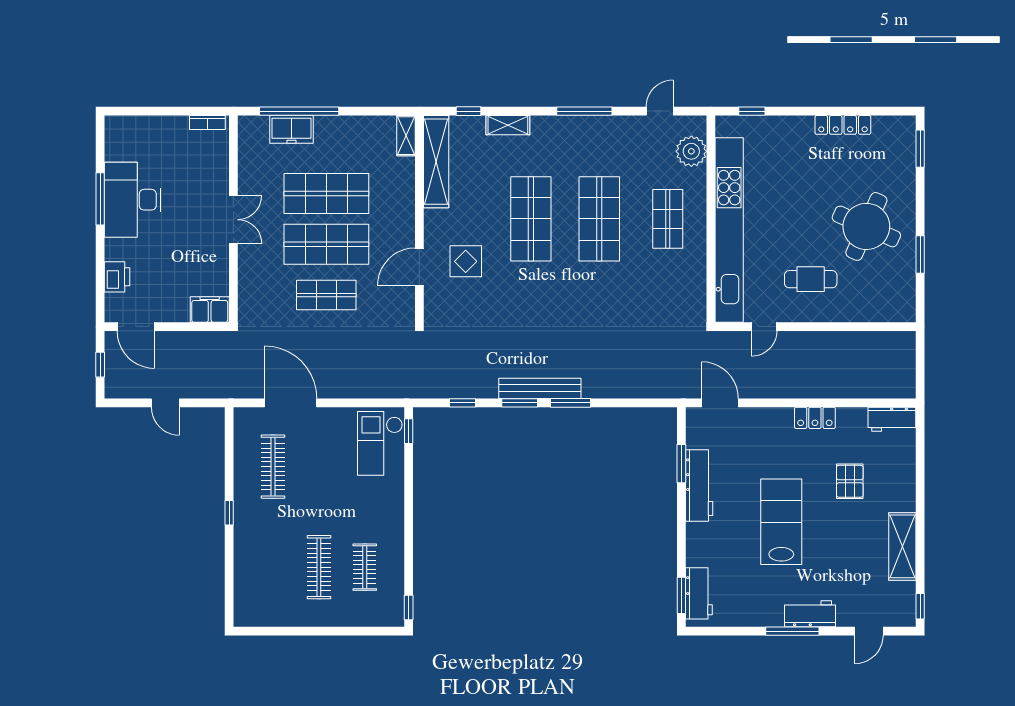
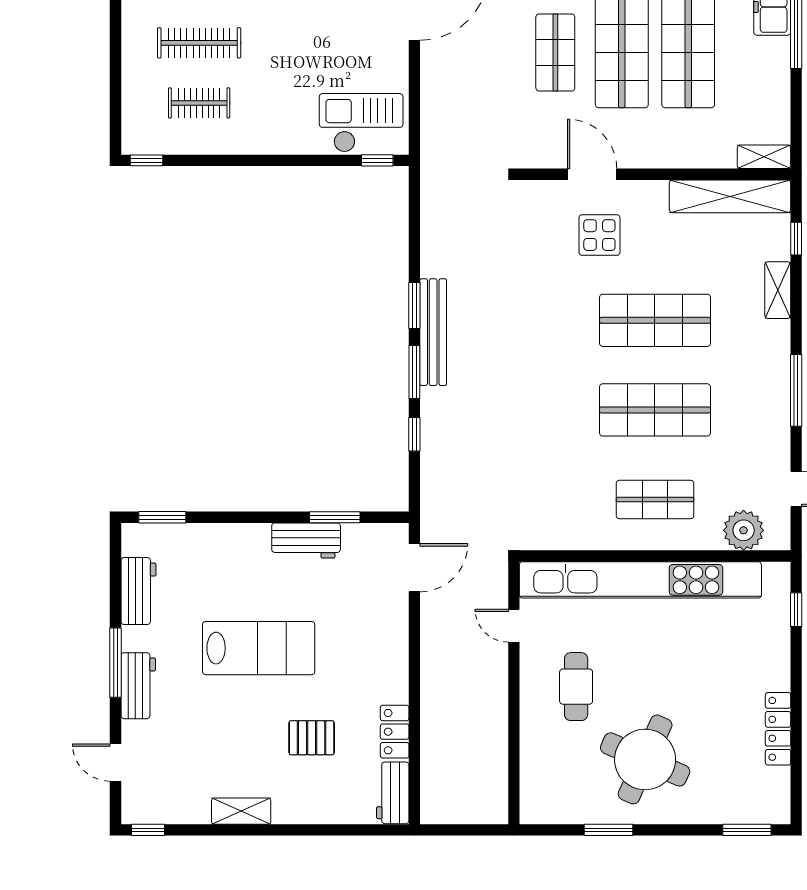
window: (463, 403) -> (414, 434), moved
locker: (815, 418) -> (395, 732), moved
workbench: (699, 486) -> (306, 541), width x0.73
shelving: (902, 546) -> (241, 811), width x0.67, depth x0.75
workbench: (699, 593) -> (138, 591), moved, turned -90

